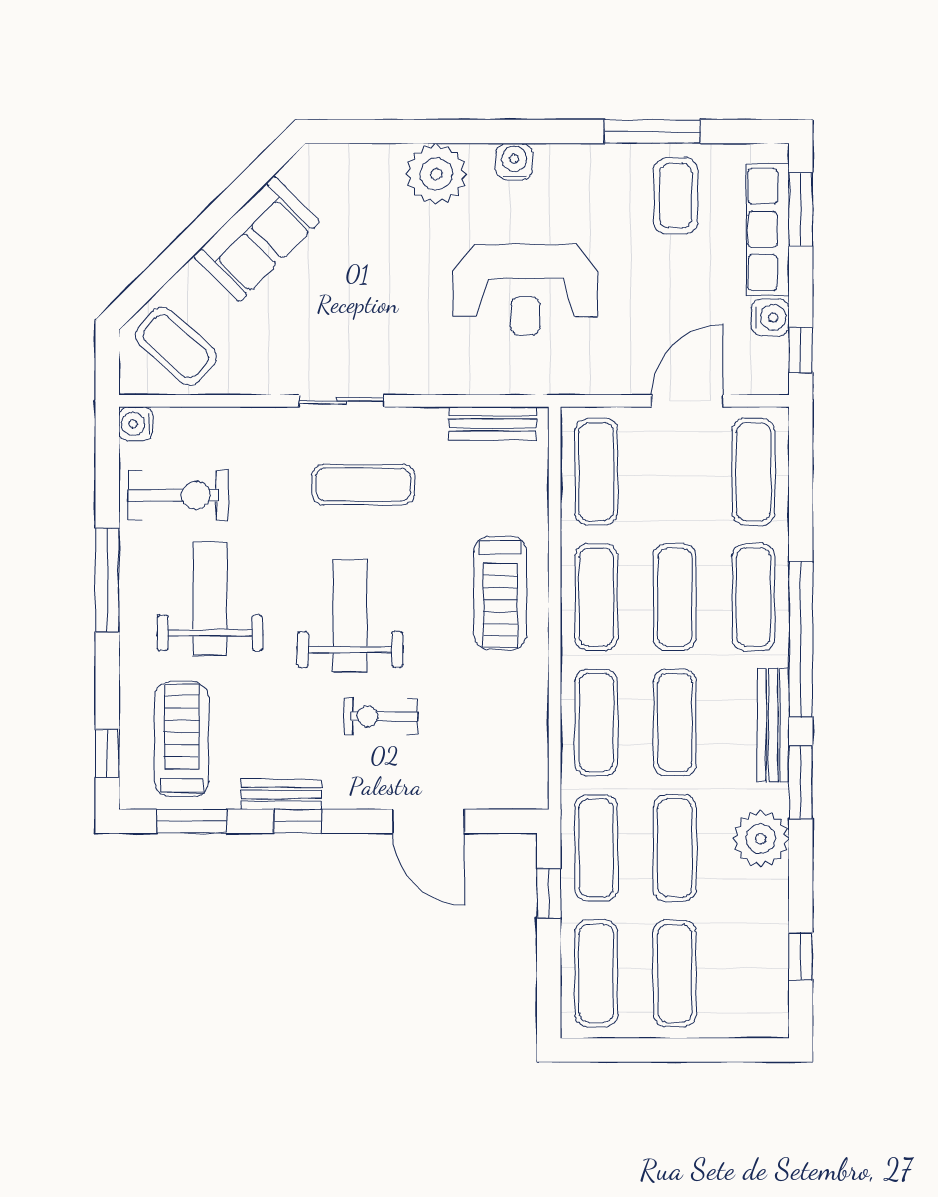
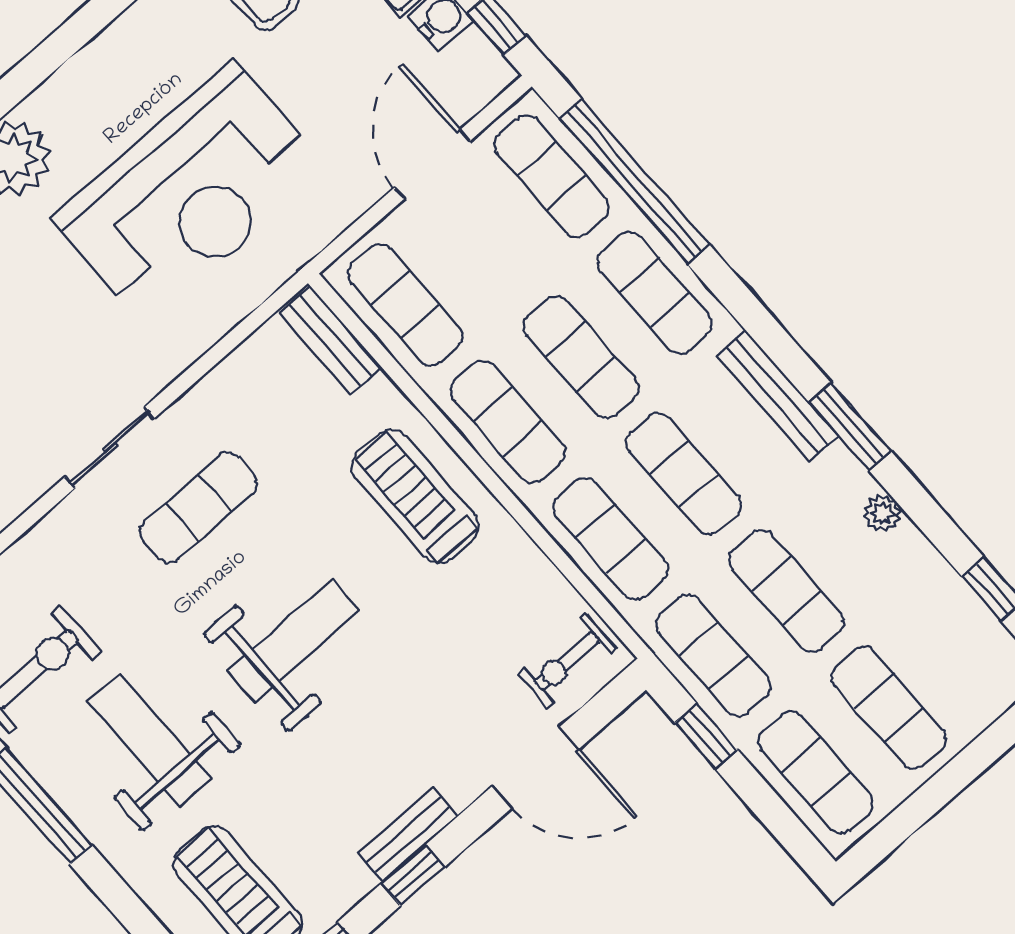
water cooler: (514, 162) -> (75, 83), removed
reception desk: (525, 290) -> (190, 193), width x1.36, depth x1.30
bench: (493, 423) -> (331, 340), moved, turned 90
treadmill: (500, 593) -> (415, 497), turned 180
weight bench: (350, 616) -> (294, 641), turned 90
window: (801, 640) -> (635, 182), moved
exercise bike: (381, 716) -> (567, 661), moved
bench: (281, 794) -> (408, 835), moved
plant: (761, 839) -> (882, 514), width x0.53, depth x0.53

